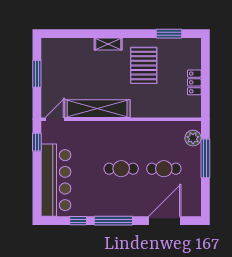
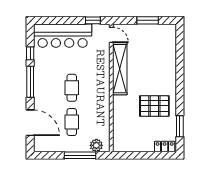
shelving: (108, 44) -> (171, 77), removed
locker: (194, 82) -> (165, 146), moved

